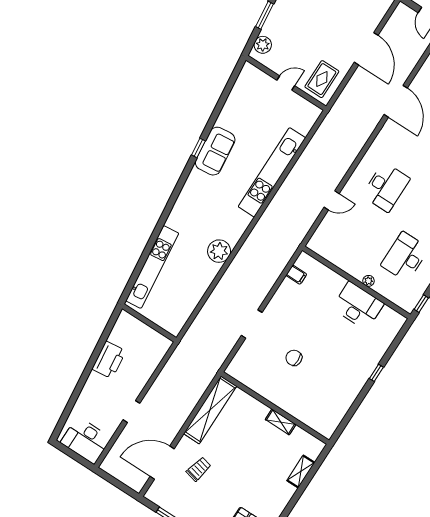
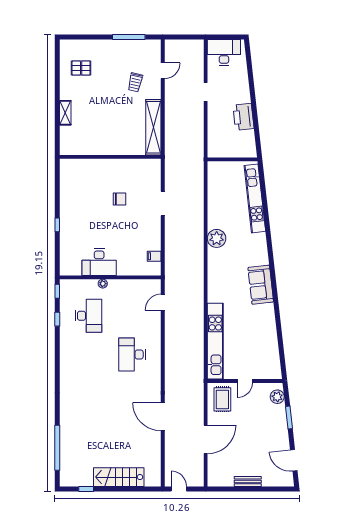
door: (366, 49) -> (206, 439), swing flipped
window: (198, 148) -> (276, 299), removed
sofa: (215, 151) -> (261, 285), moved
kitchen unit: (272, 172) -> (215, 341), moved
door: (332, 200) -> (163, 302), moved
shelving: (281, 422) -> (100, 150), removed
door: (162, 463) -> (163, 71), width x0.53
shelving: (301, 472) -> (65, 113), moved

